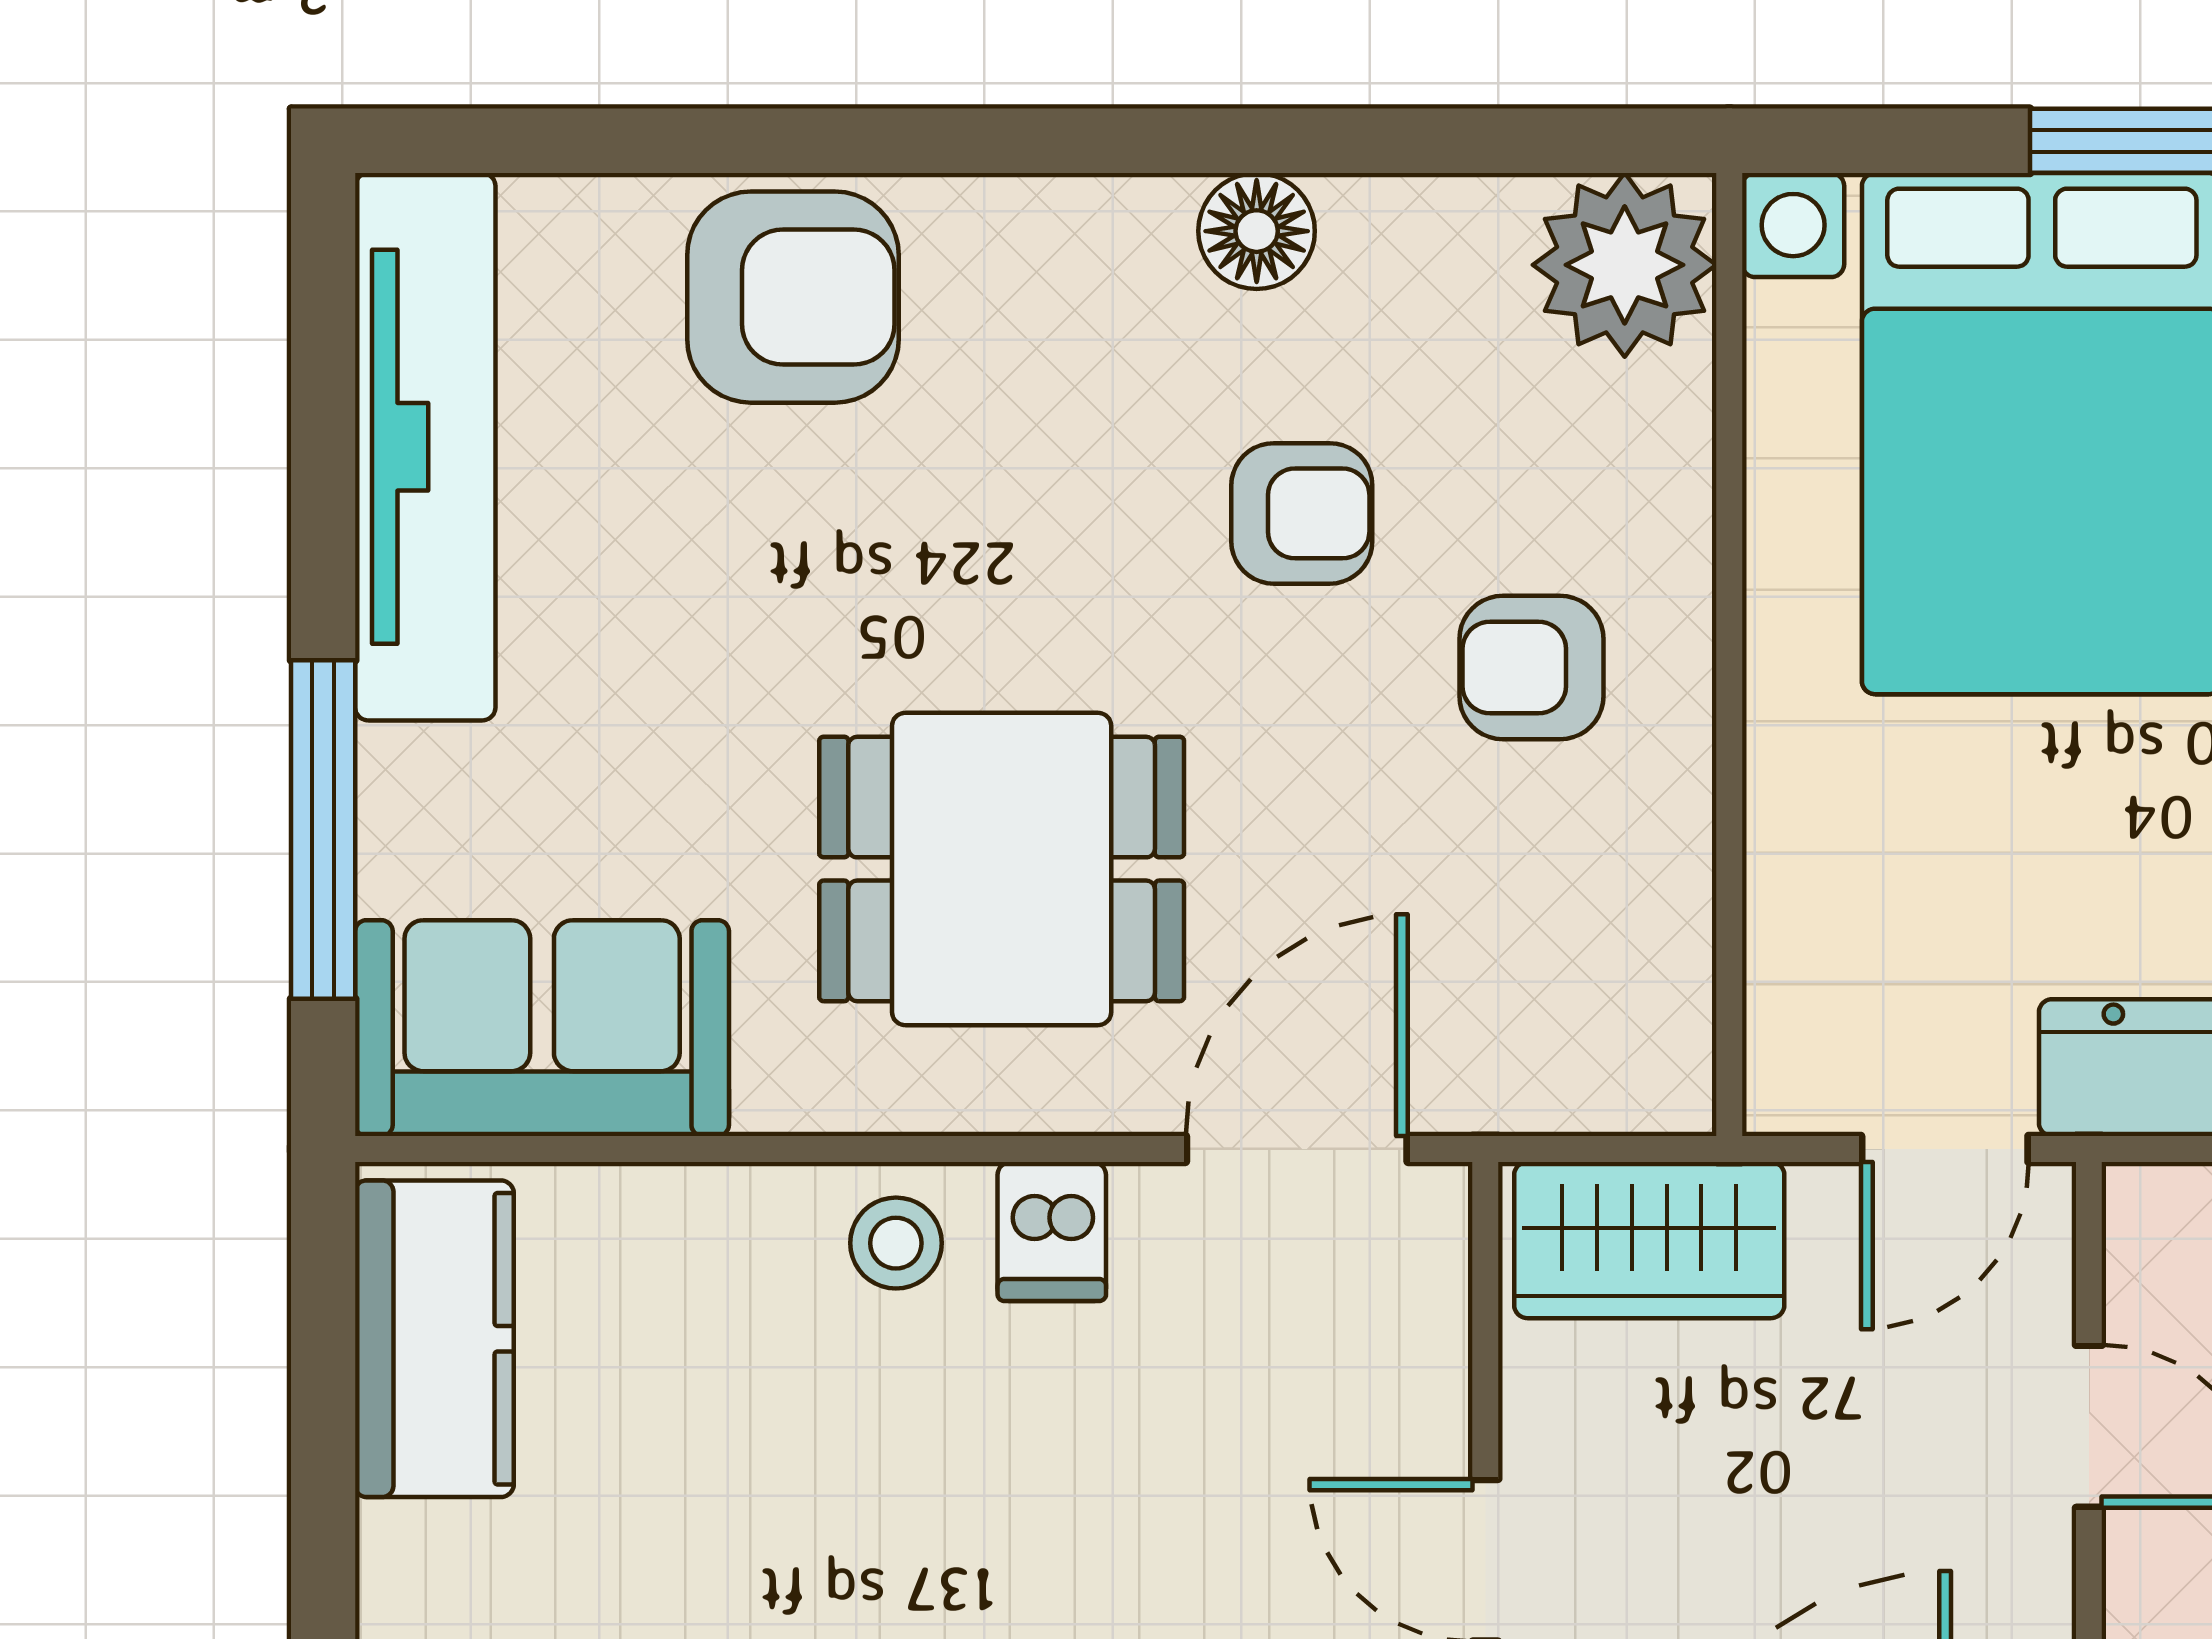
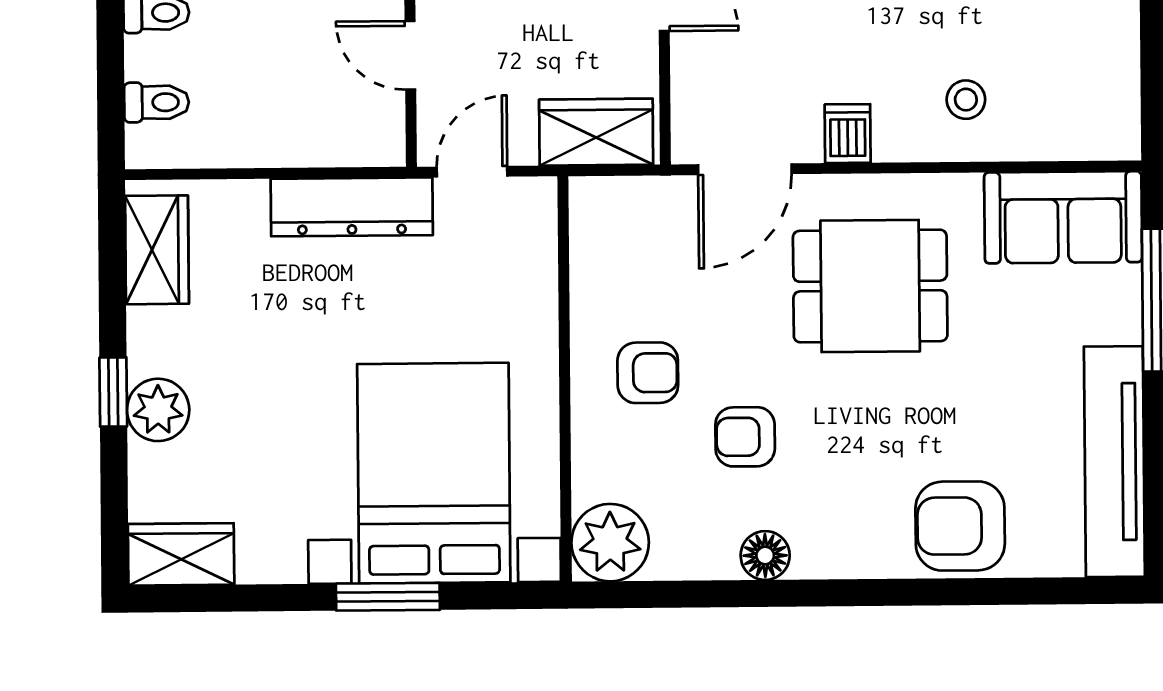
stool: (896, 1243) -> (966, 100), moved
kitchen counter: (434, 1339) -> (1107, 86), removed

